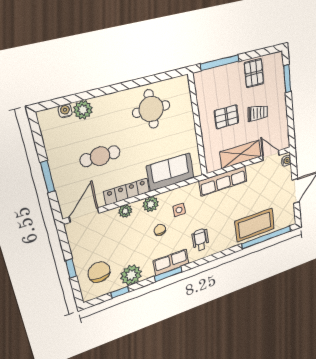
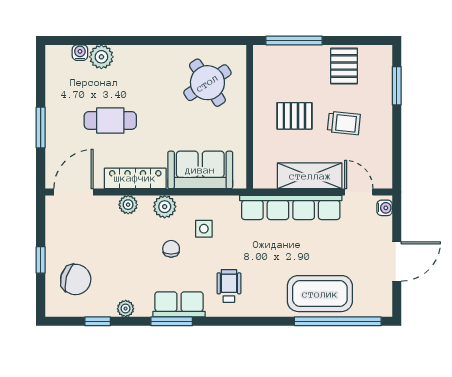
round table: (151, 109) -> (207, 83), moved, turned -33
row of seats: (223, 181) -> (291, 207), width x1.36
chair: (99, 272) -> (76, 279), turned 106
plant: (131, 275) -> (126, 309), width x0.53, depth x0.53

